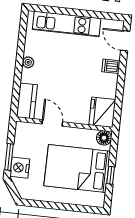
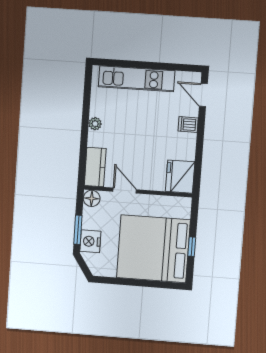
floor lamp: (104, 138) -> (92, 198), moved
bed: (77, 169) -> (153, 249), width x1.36

